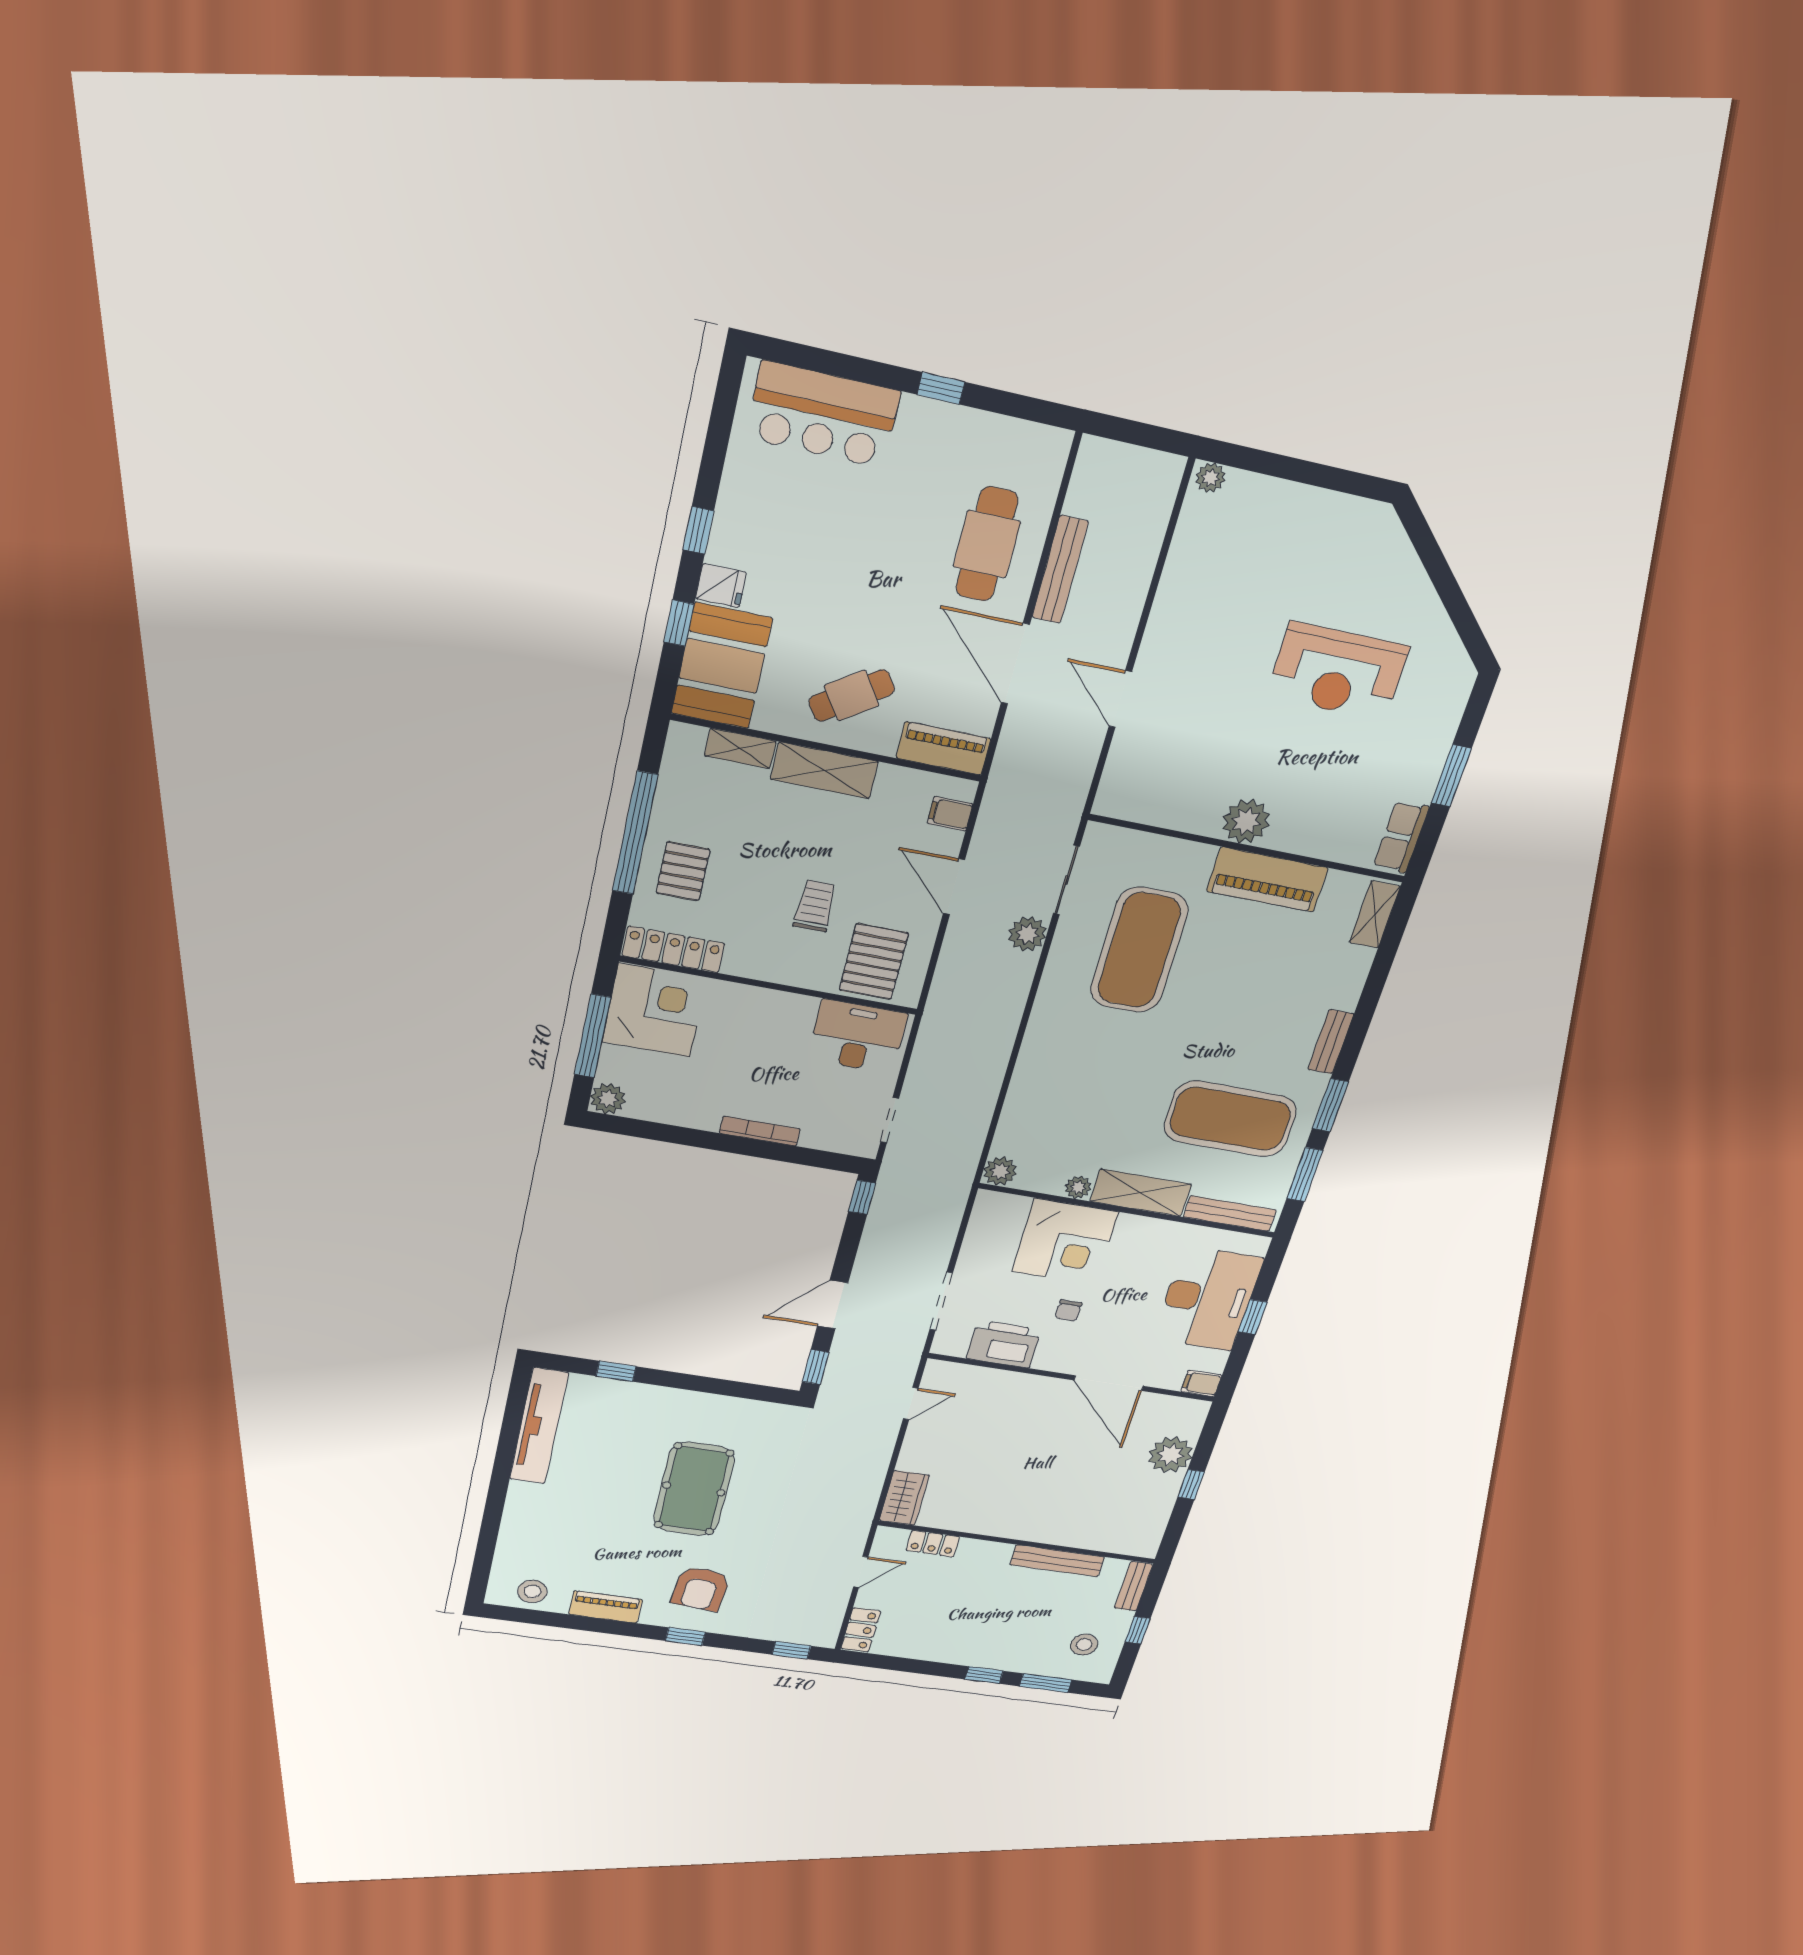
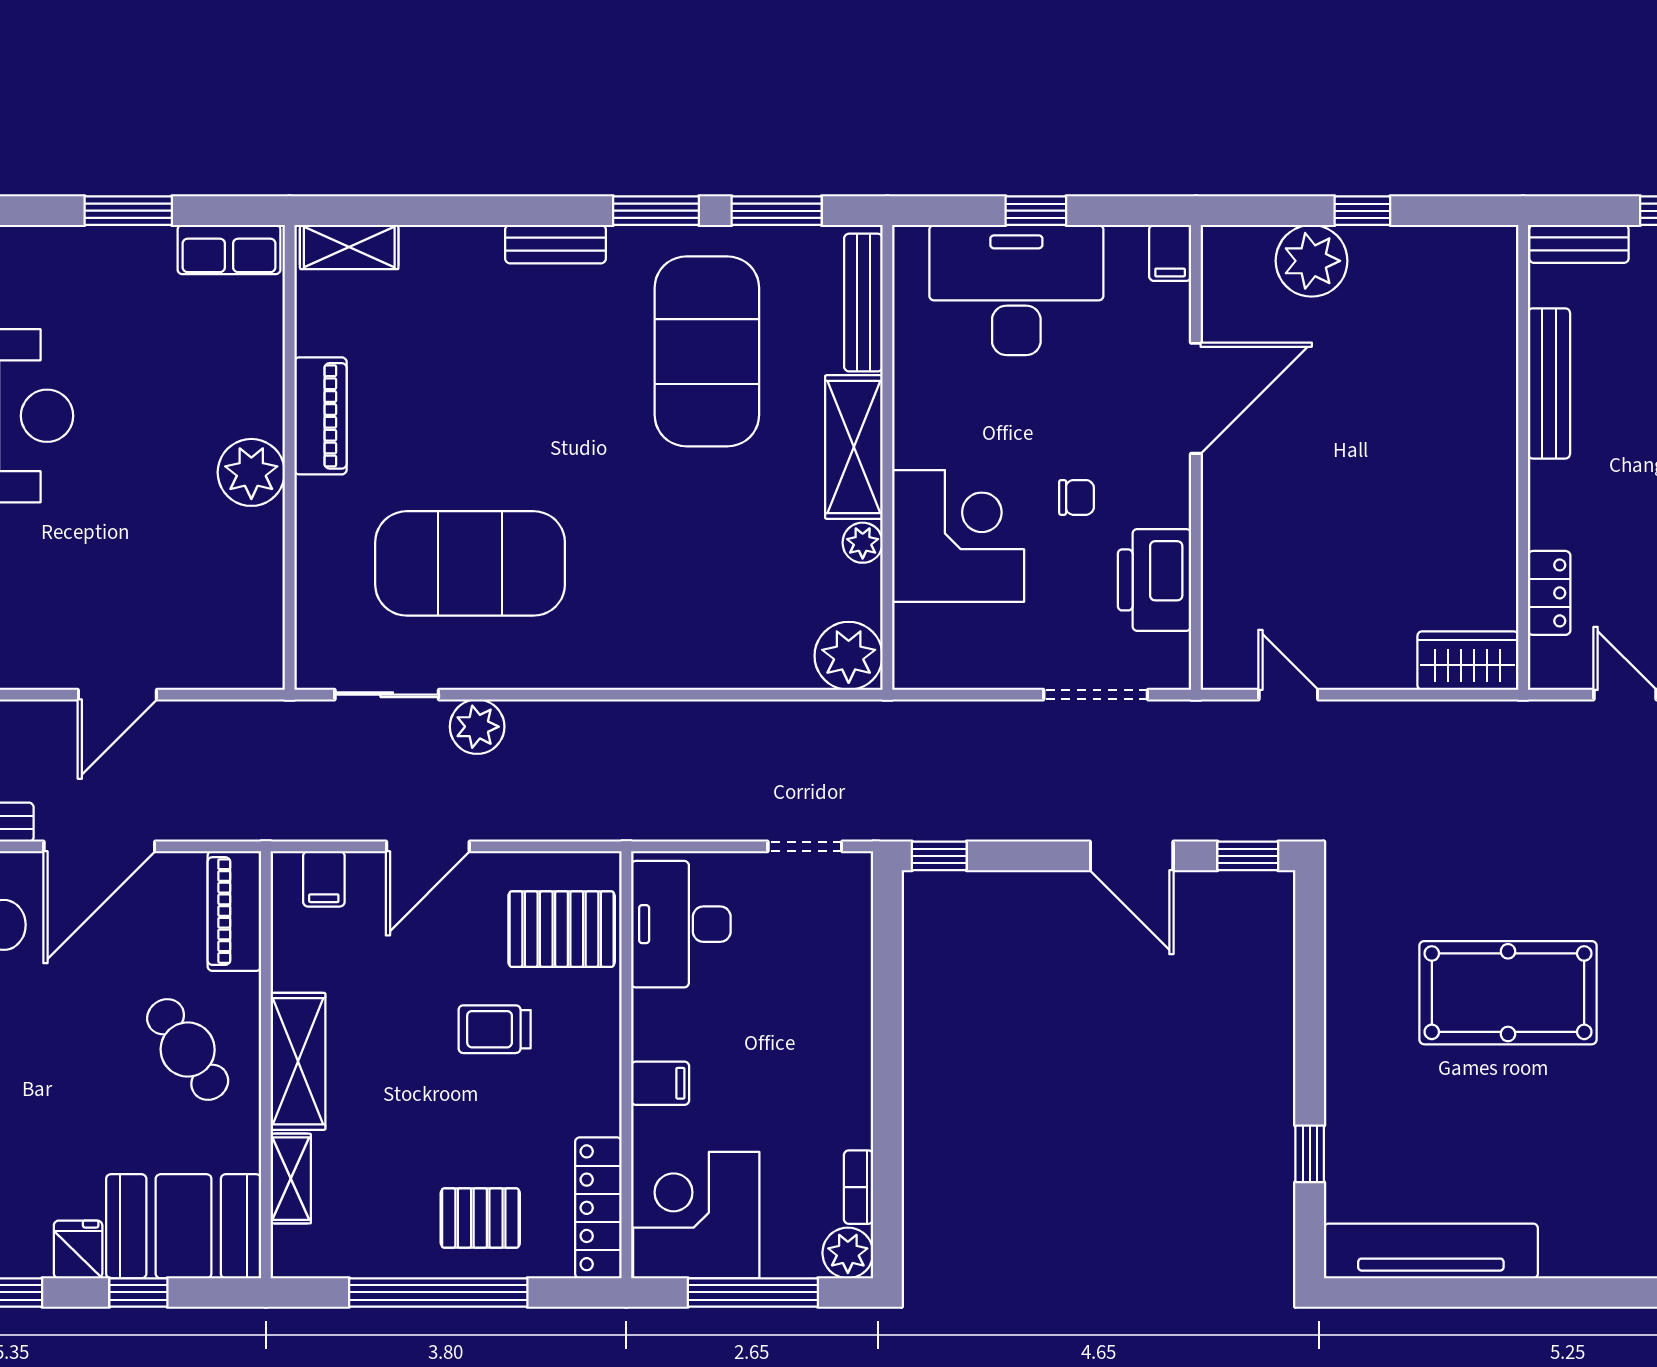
piano: (1267, 880) -> (320, 416), width x0.73, depth x0.75
filing cabinet: (752, 1004) -> (660, 1083), added
bookcase: (760, 1131) -> (858, 1187), moved, width x0.64
plant: (1000, 1171) -> (849, 656), width x1.36, depth x1.36

